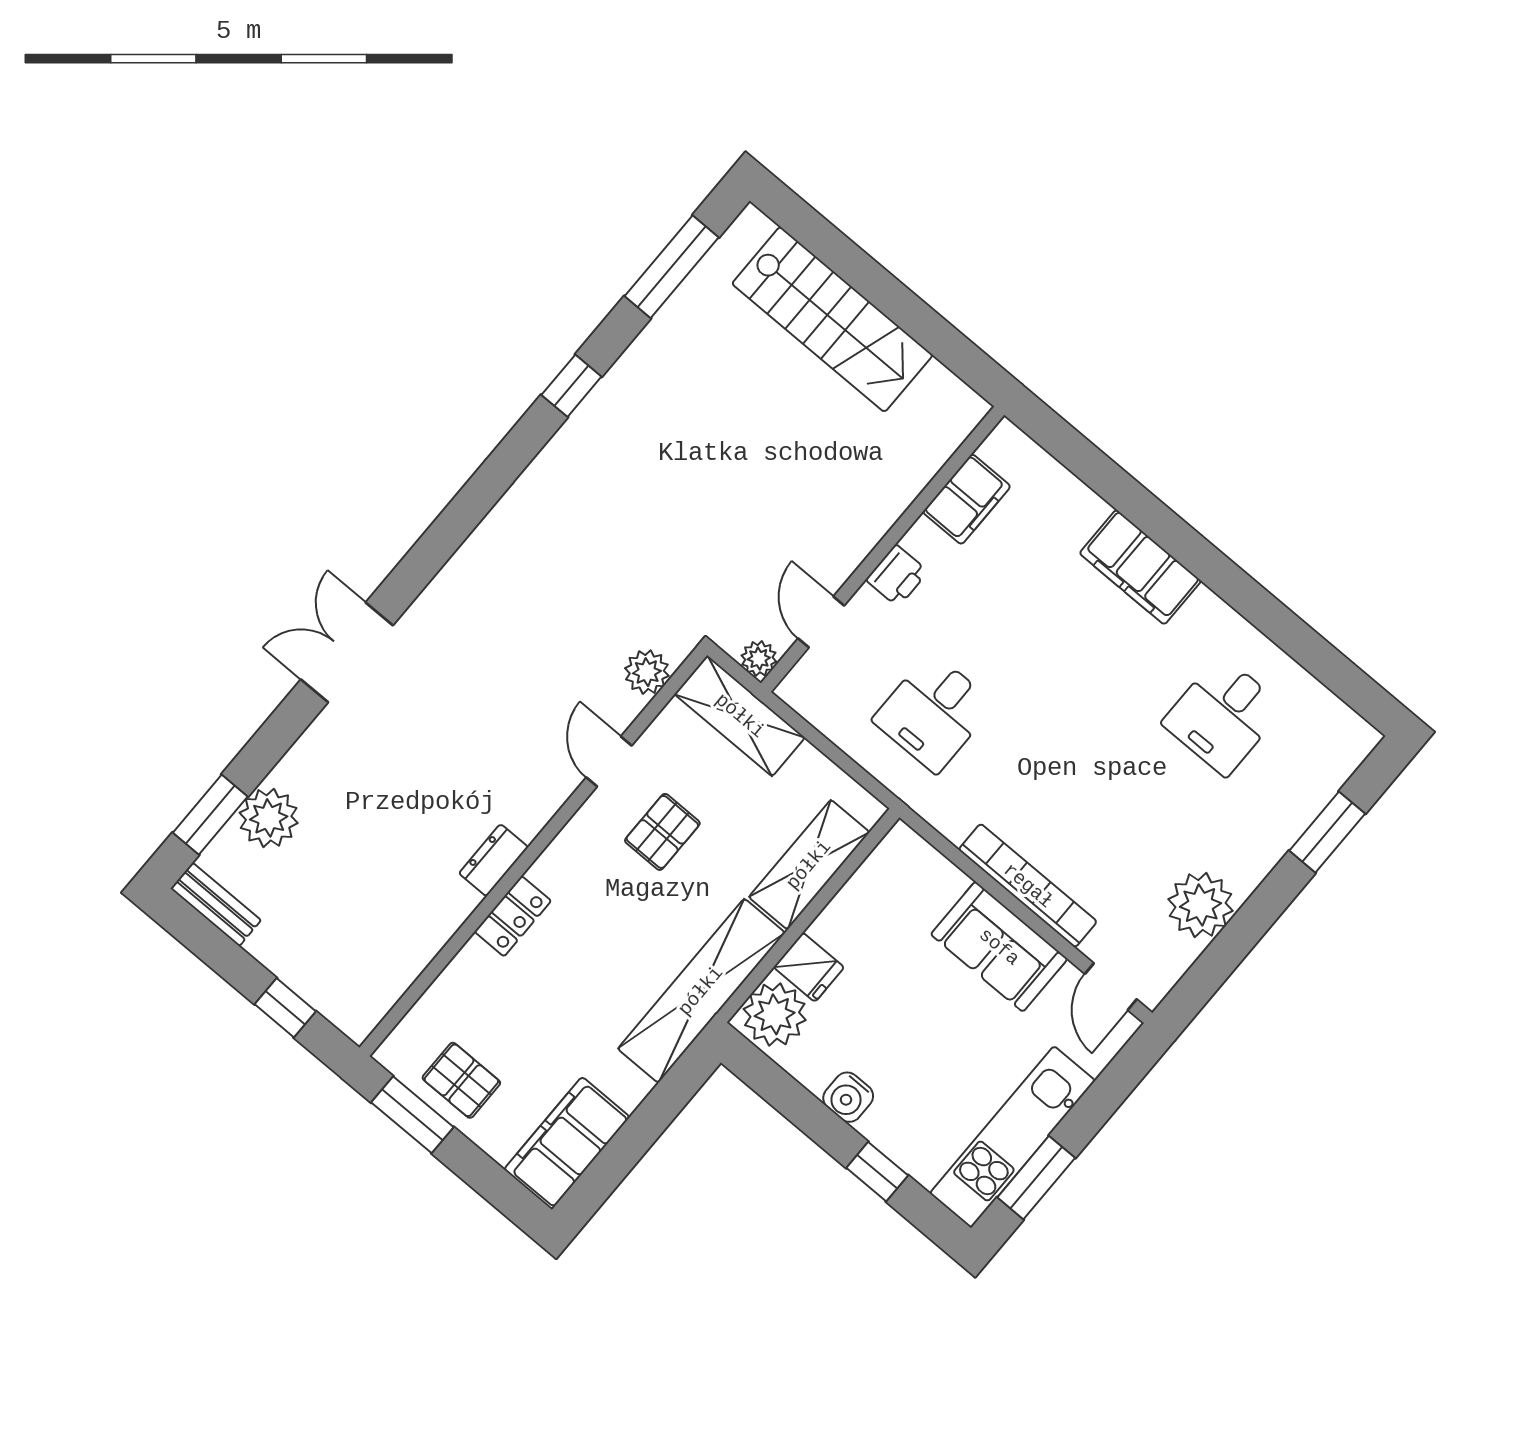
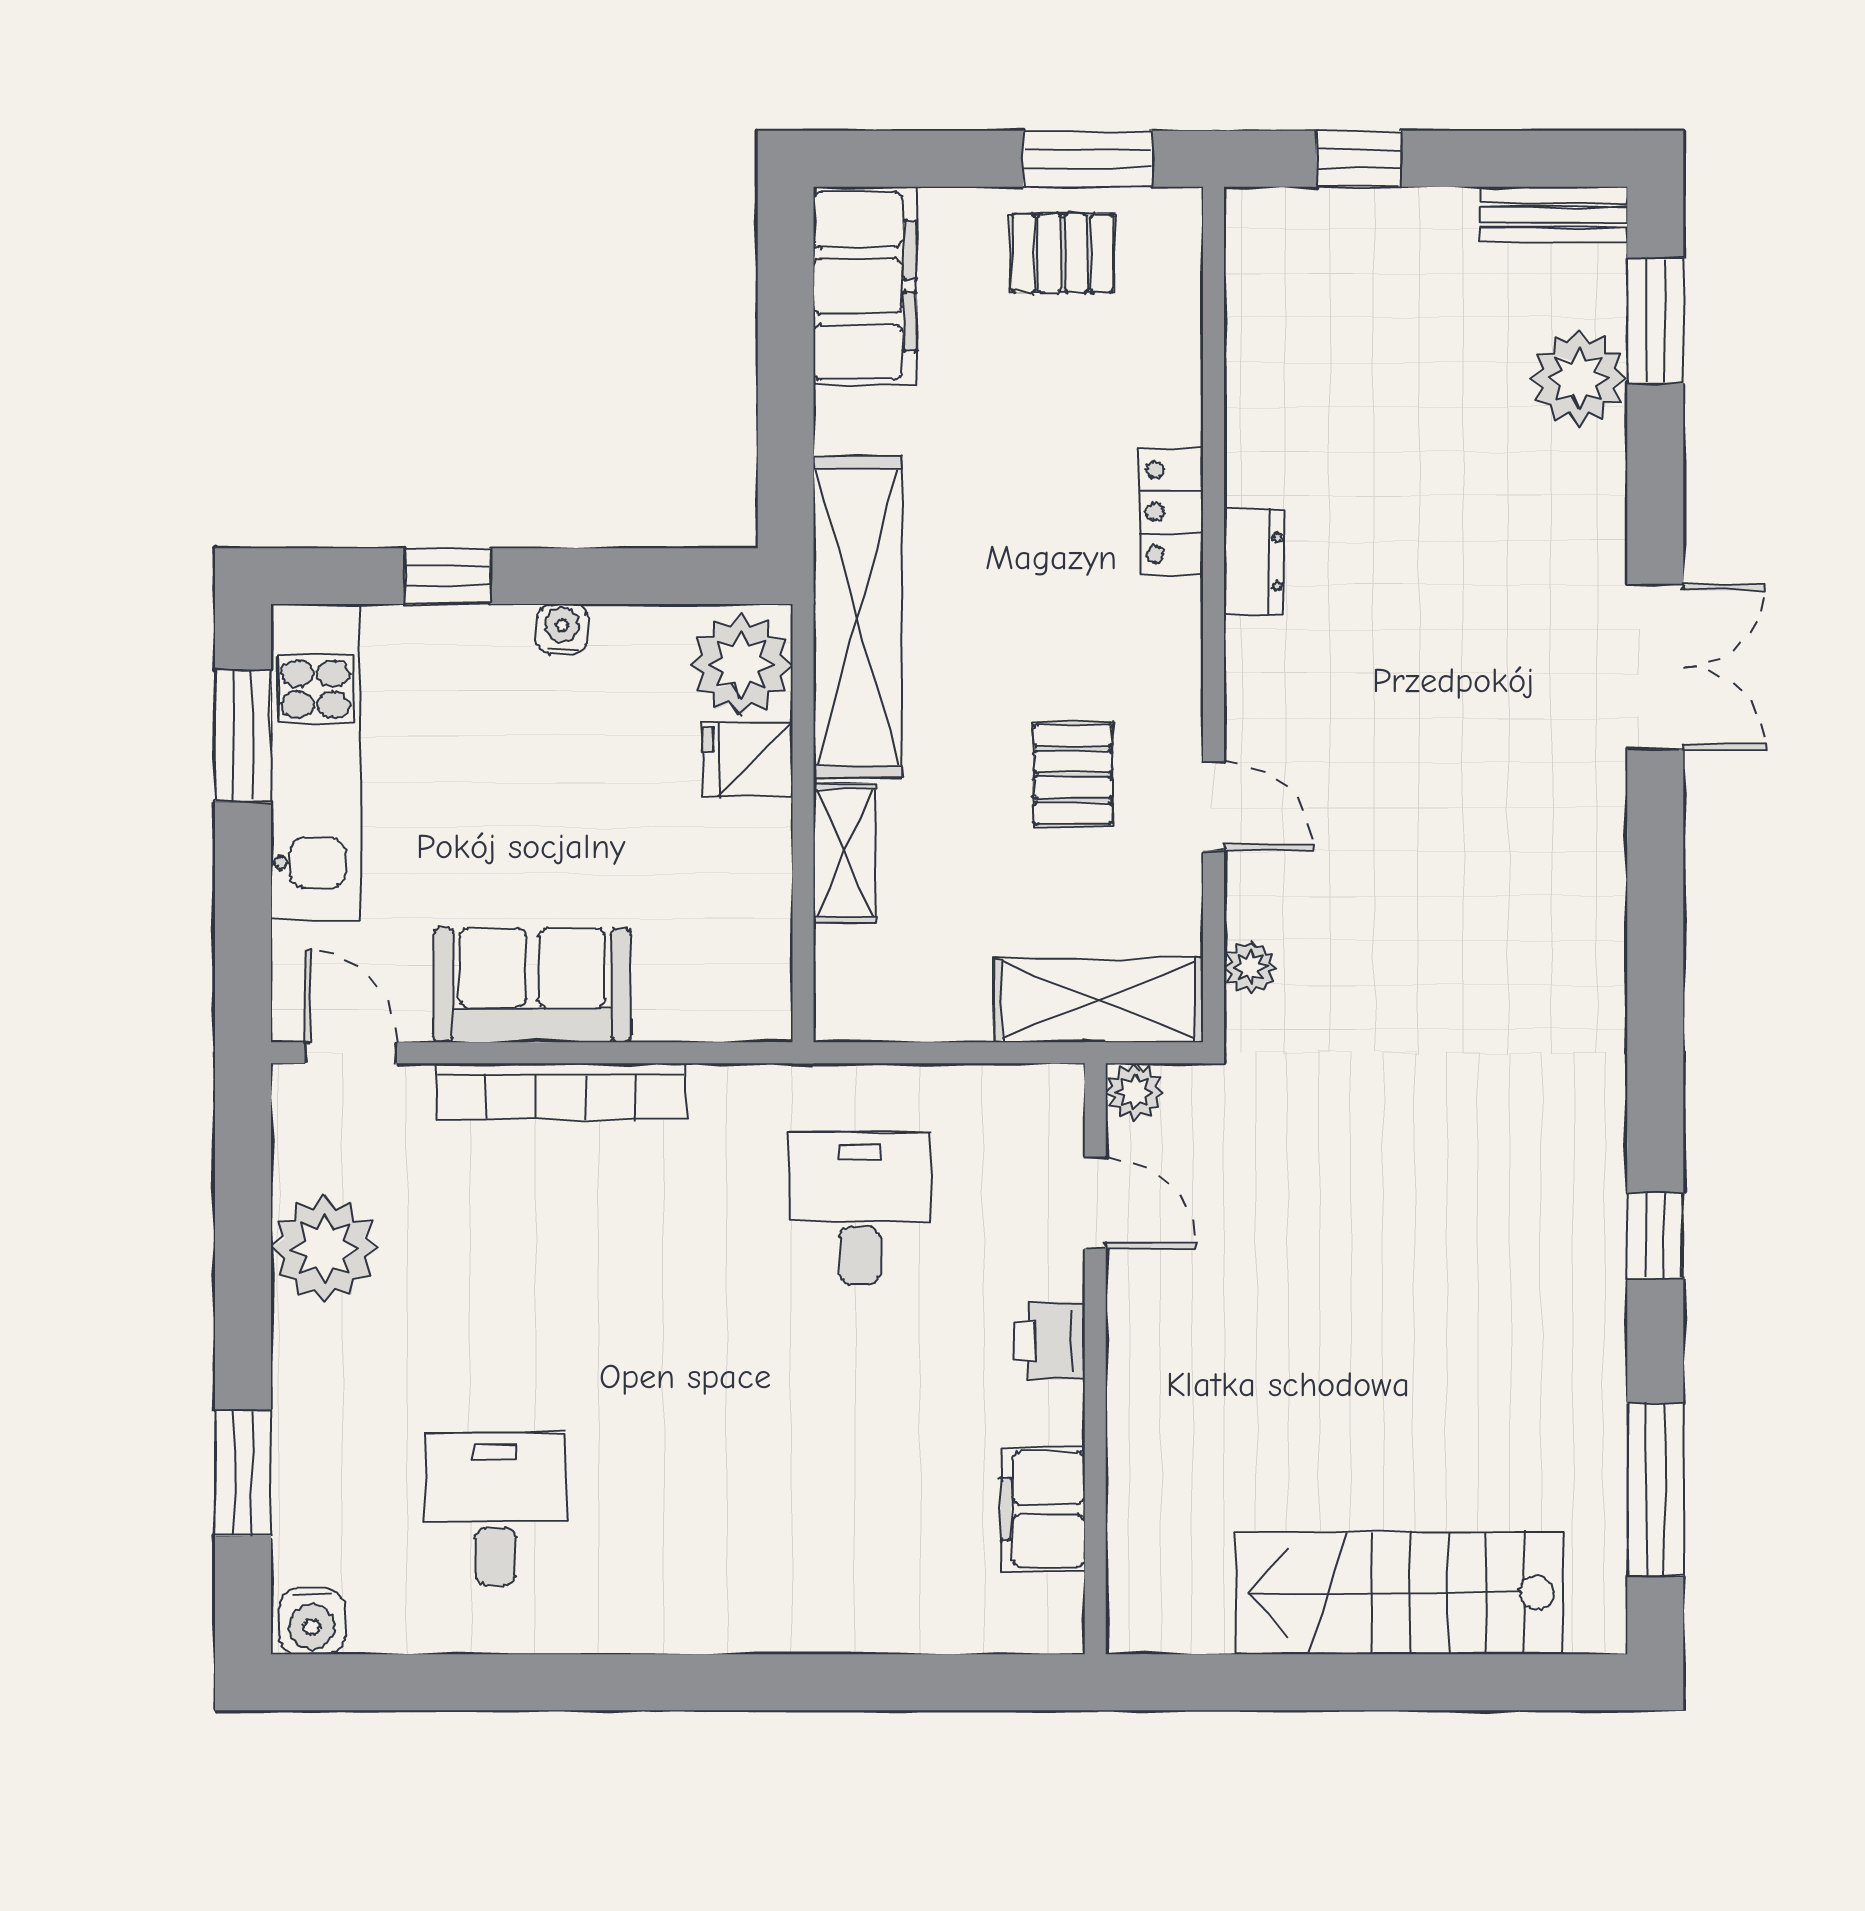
filing cabinet: (1140, 567) -> (755, 1607), removed
plant: (647, 672) -> (1250, 967), width x0.73, depth x0.73
water cooler: (1354, 735) -> (312, 1621), added
shelving: (809, 865) -> (845, 853), width x0.67, depth x0.75
water cooler: (848, 1097) -> (562, 629), width x0.72, depth x0.72

